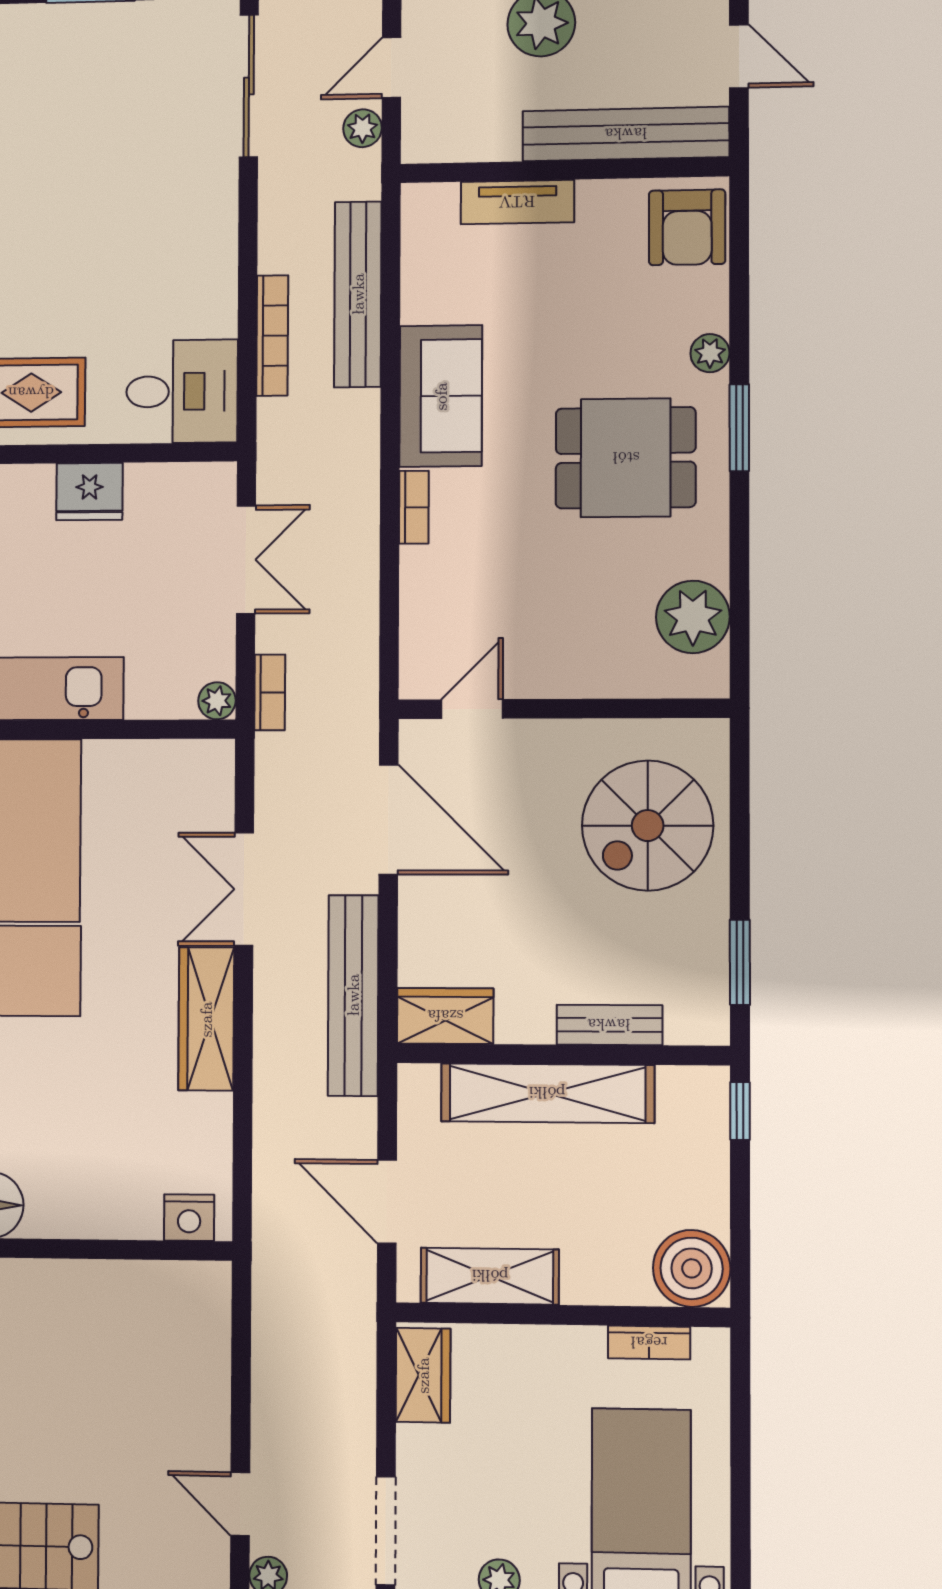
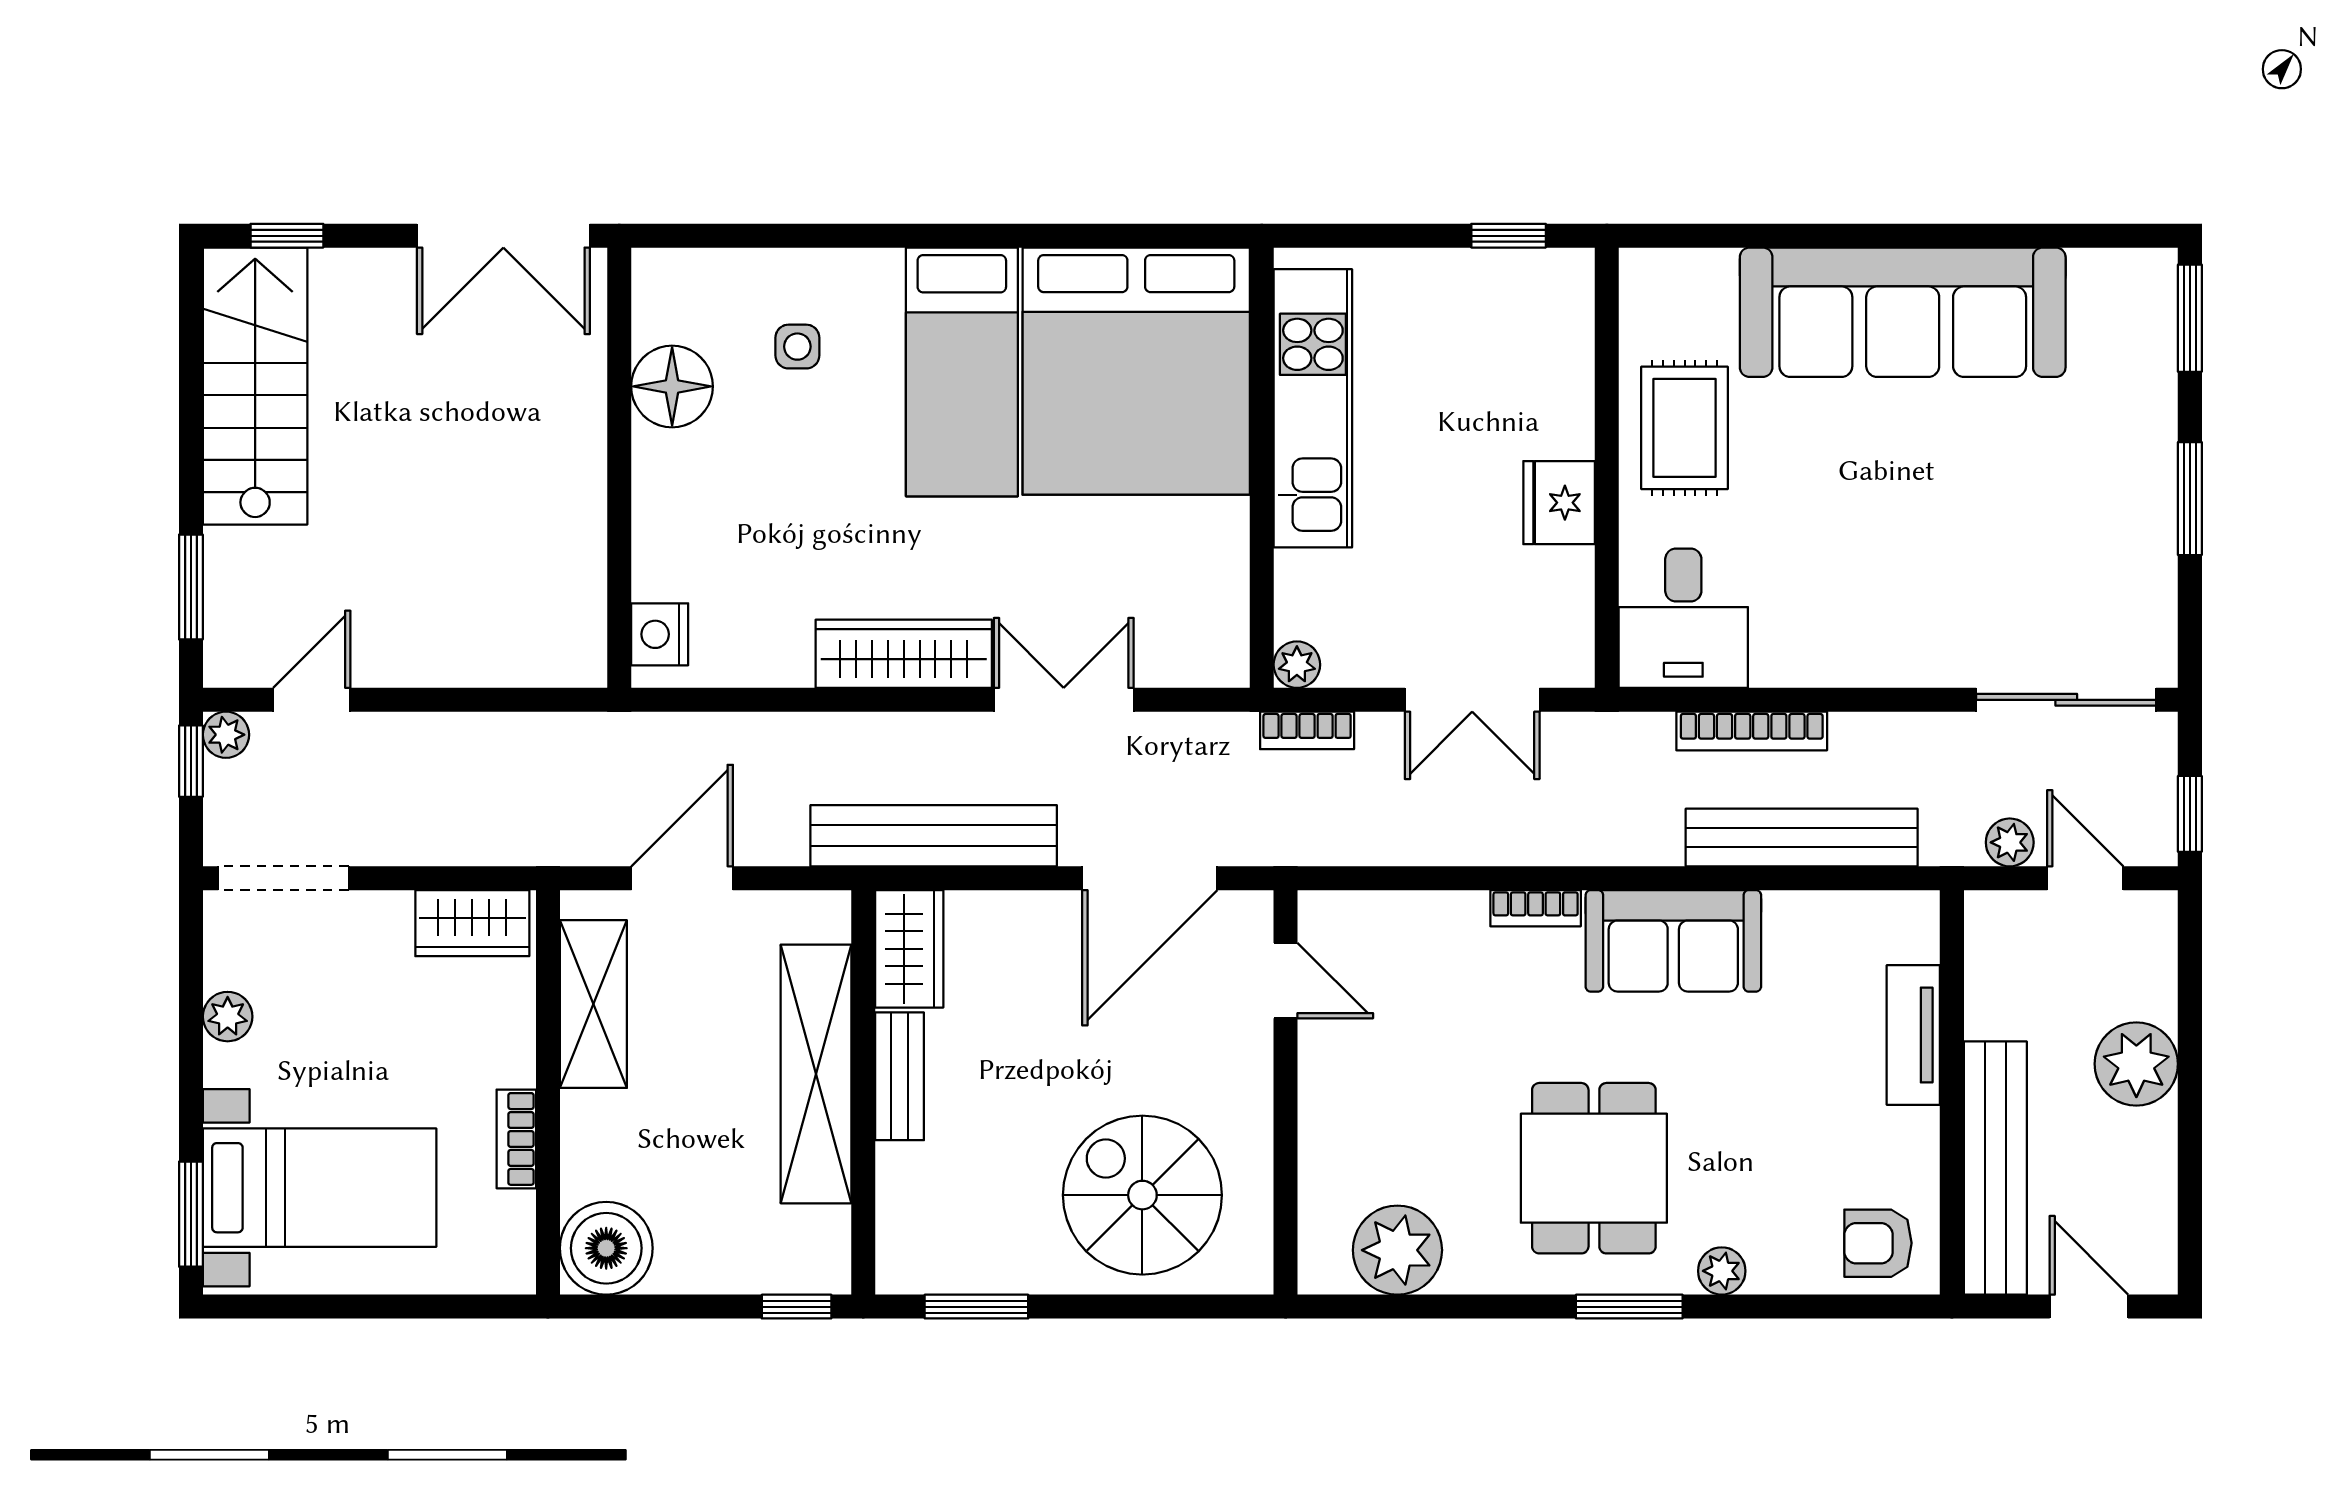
door: (739, 56) -> (2089, 1307), swing flipped
armchair: (687, 227) -> (1878, 1243), width x0.72, depth x0.72
bench: (609, 1025) -> (900, 1076), moved
bookcase: (649, 1343) -> (516, 1139), moved

